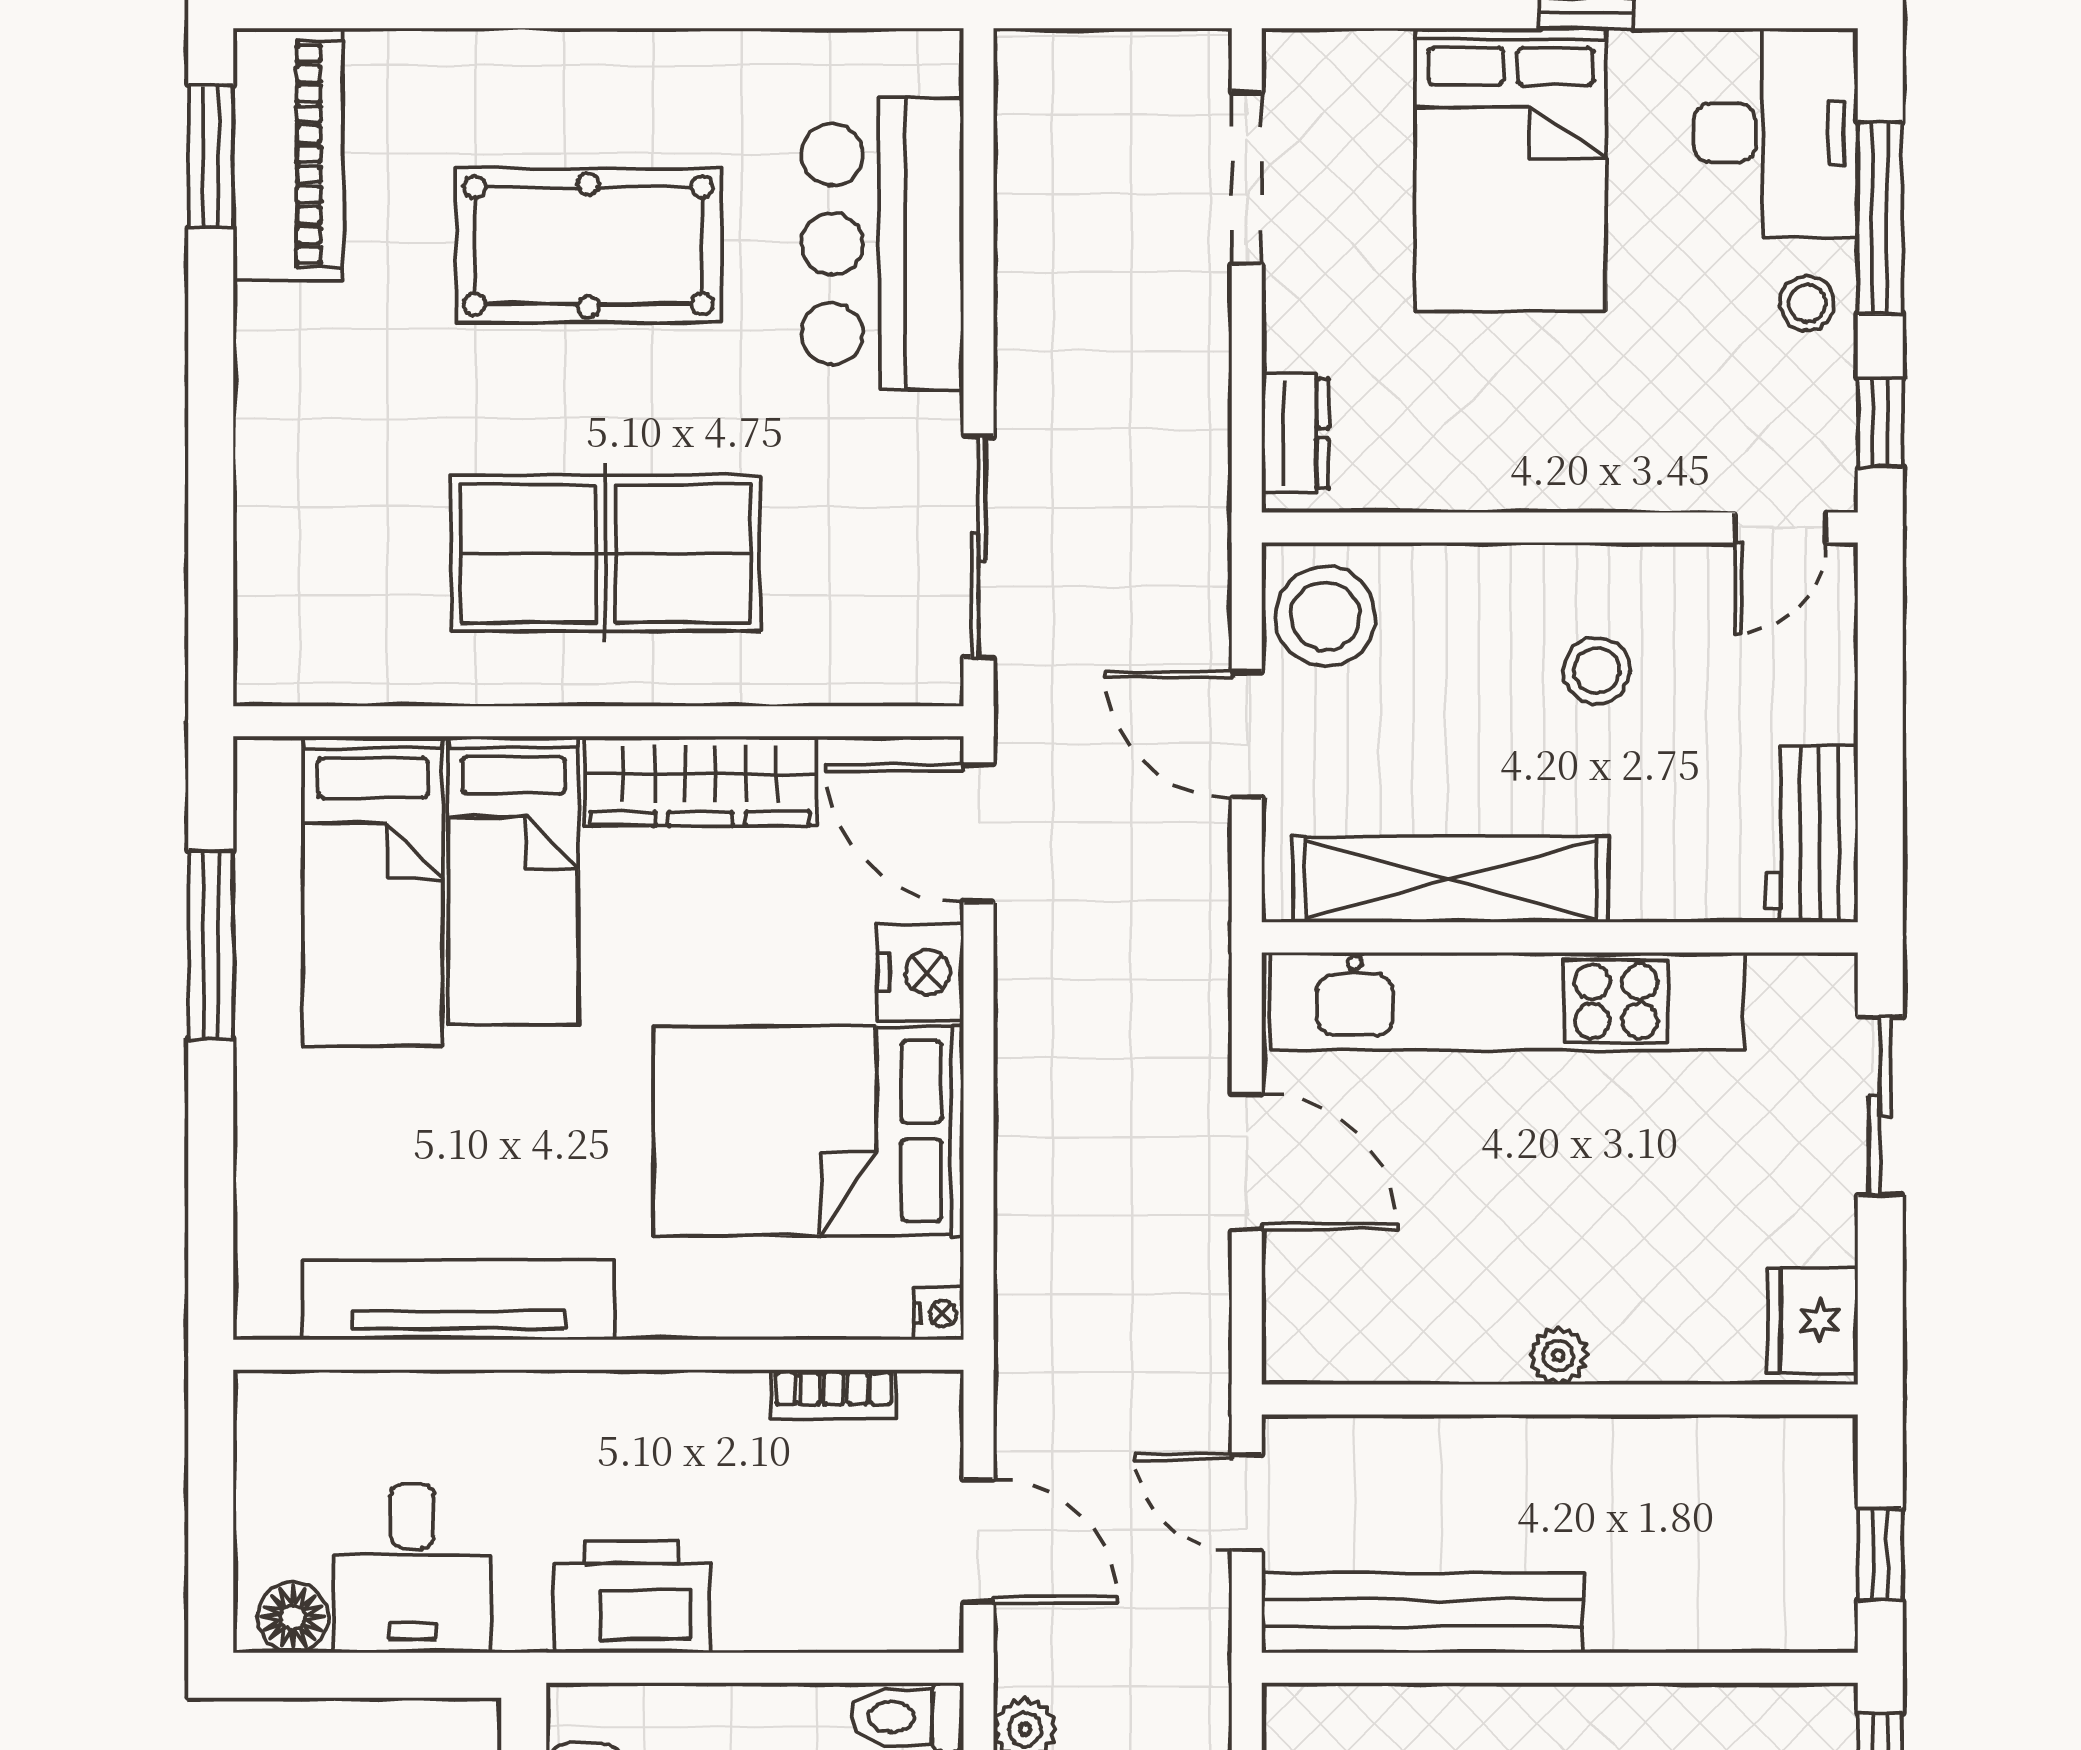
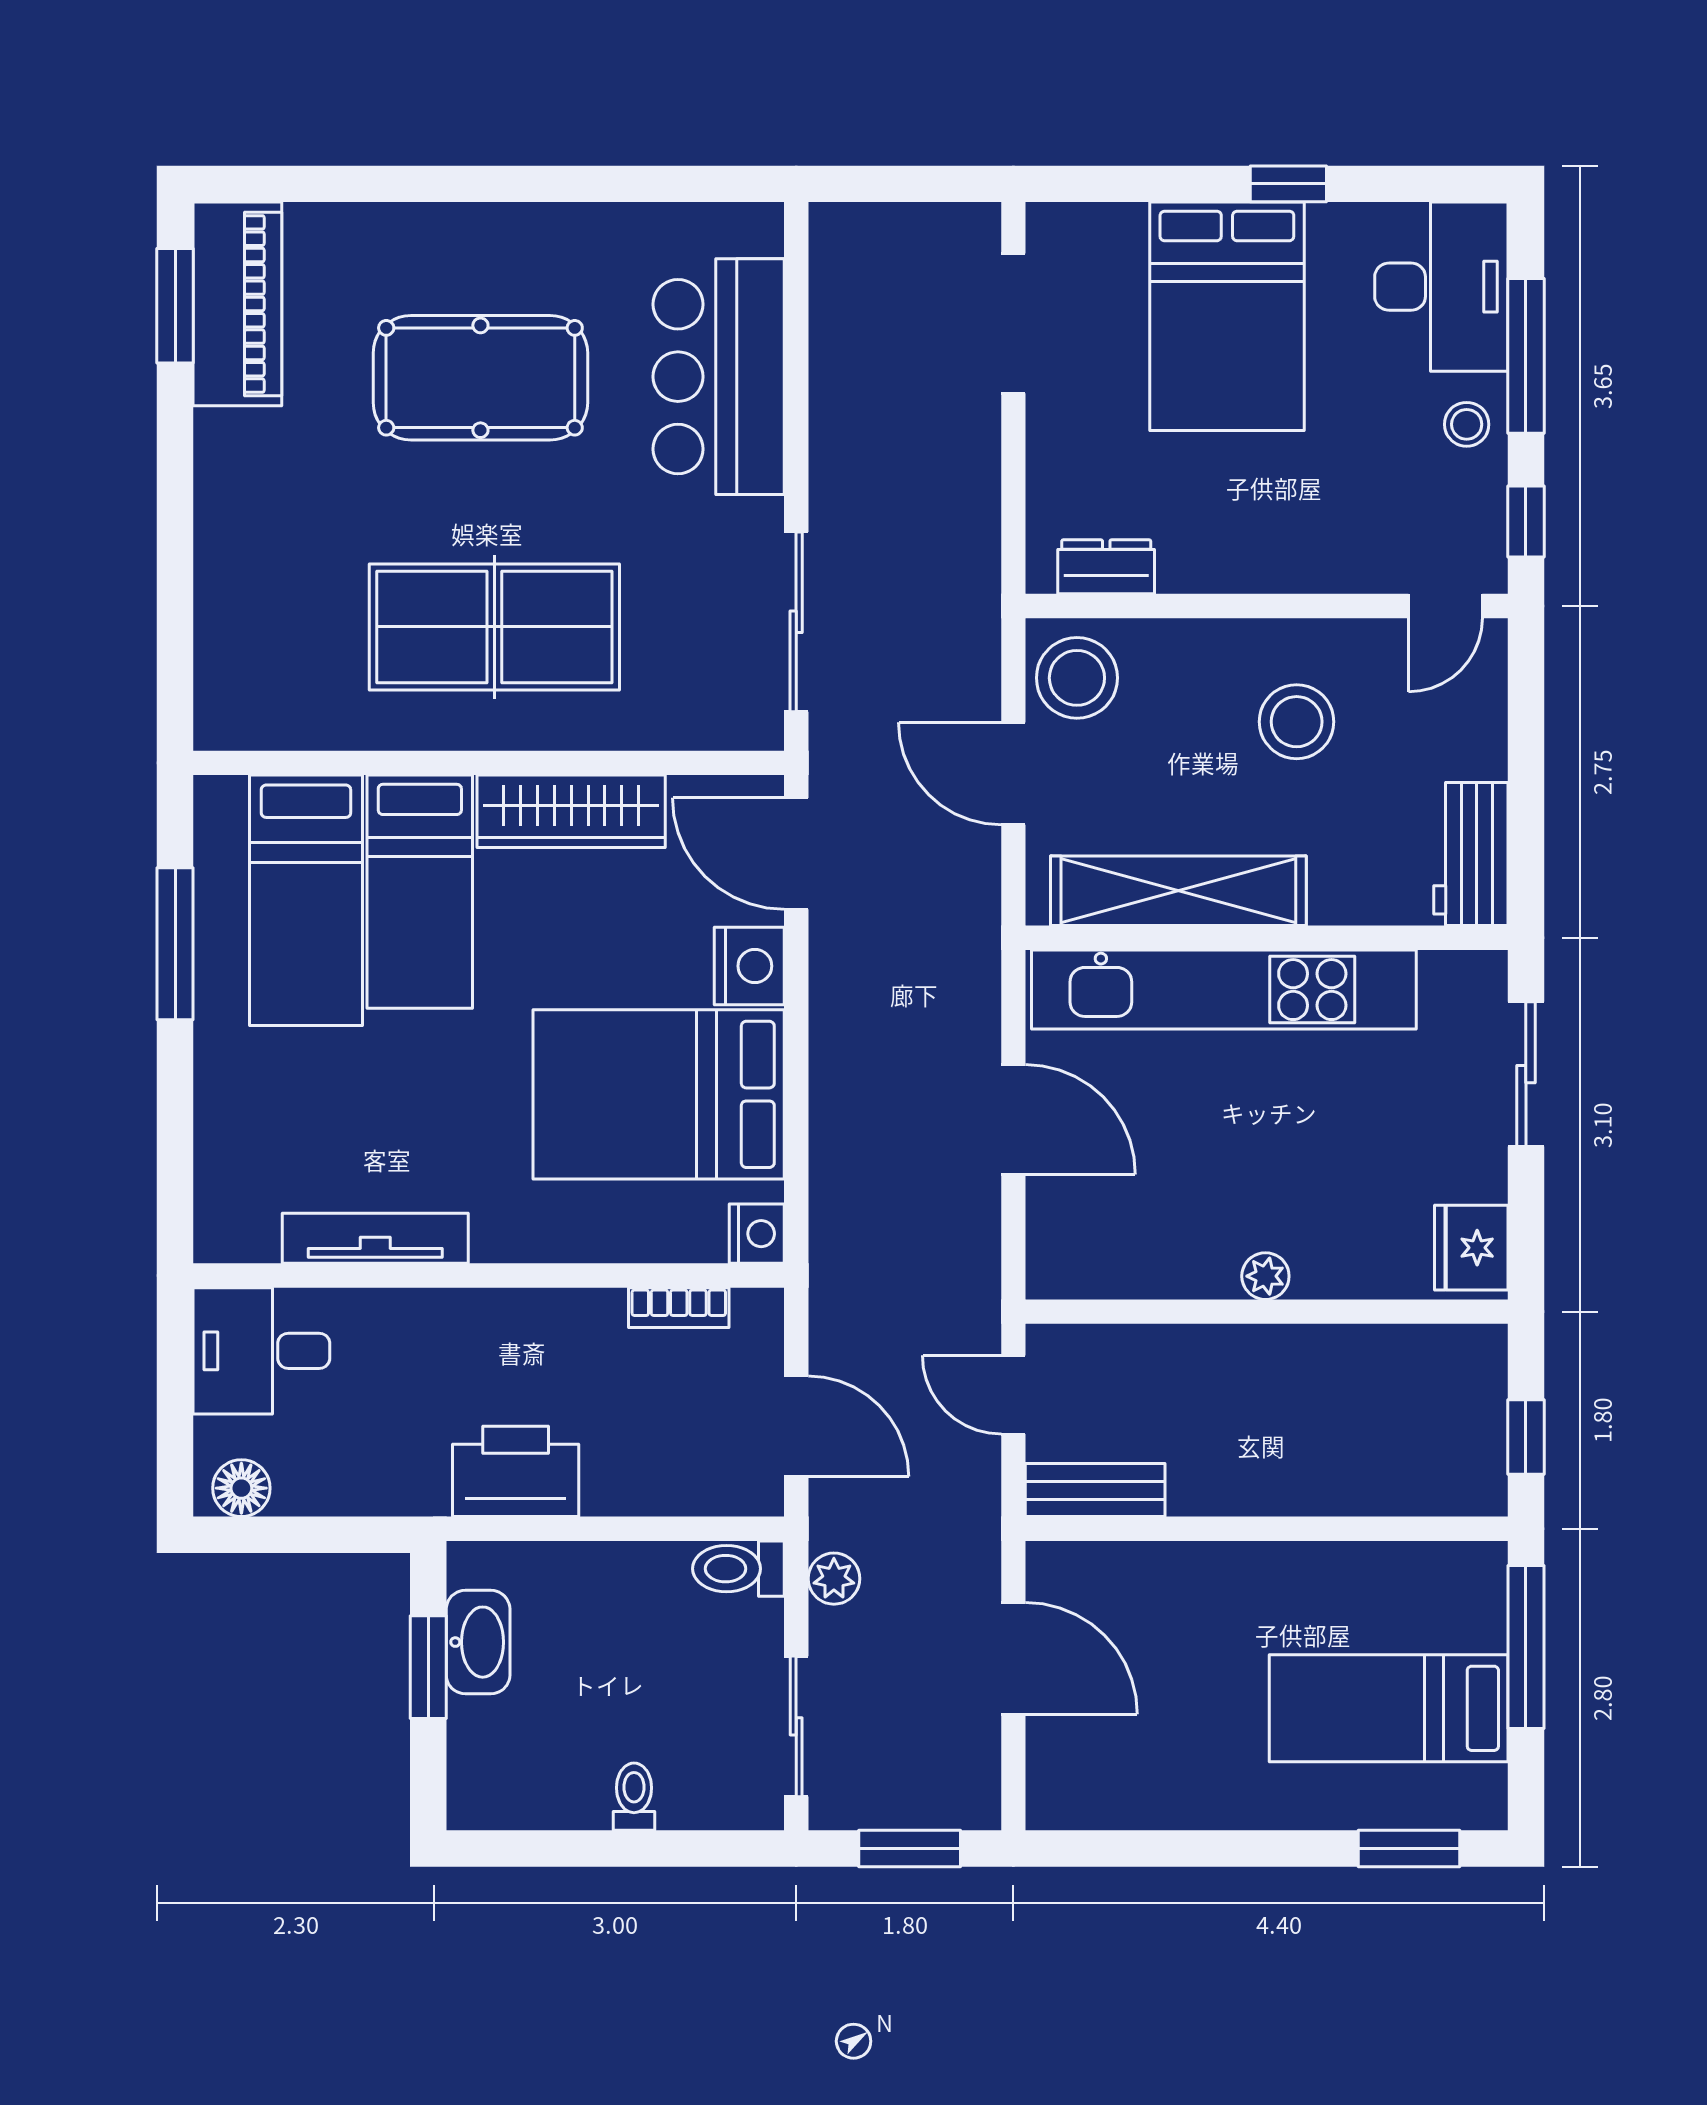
dresser: (1295, 433) -> (1106, 567), moved, turned -90
stool: (1597, 670) -> (1297, 722), width x1.38, depth x1.38
tv unit: (458, 1300) -> (375, 1238), width x0.73, depth x0.78
nightstand: (938, 1313) -> (757, 1234), width x1.39, depth x1.35
desk: (412, 1568) -> (261, 1351), moved, turned 90
bench: (1422, 1613) -> (1095, 1490), width x0.54, depth x0.82

